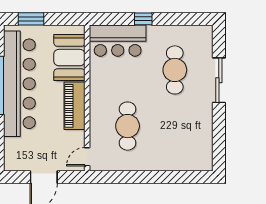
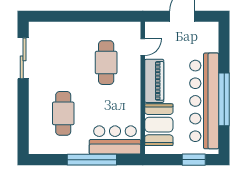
window: (143, 19) -> (92, 160), width x3.17
sliding door: (219, 80) -> (23, 58), moved
door: (87, 157) -> (143, 47), moved

